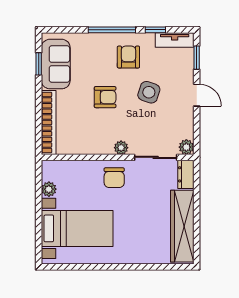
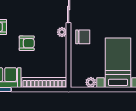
side table: (149, 92) -> (23, 13), removed
armchair: (105, 97) -> (27, 43), turned 90

